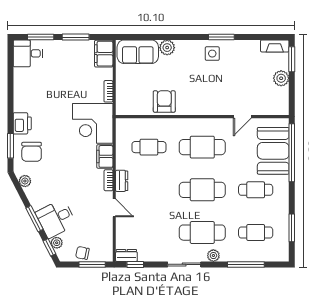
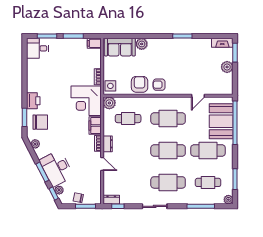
filing cabinet: (104, 54) -> (94, 43), width x0.50
side table: (212, 54) -> (110, 86), moved
armchair: (190, 102) -> (159, 85), added
plant: (124, 126) -> (109, 103), added
chair: (32, 152) -> (40, 122), turned -90
cafe table: (256, 190) -> (208, 150), width x1.37, depth x1.35
desk: (56, 218) -> (57, 168), width x1.37
plant: (213, 256) -> (228, 200), moved

